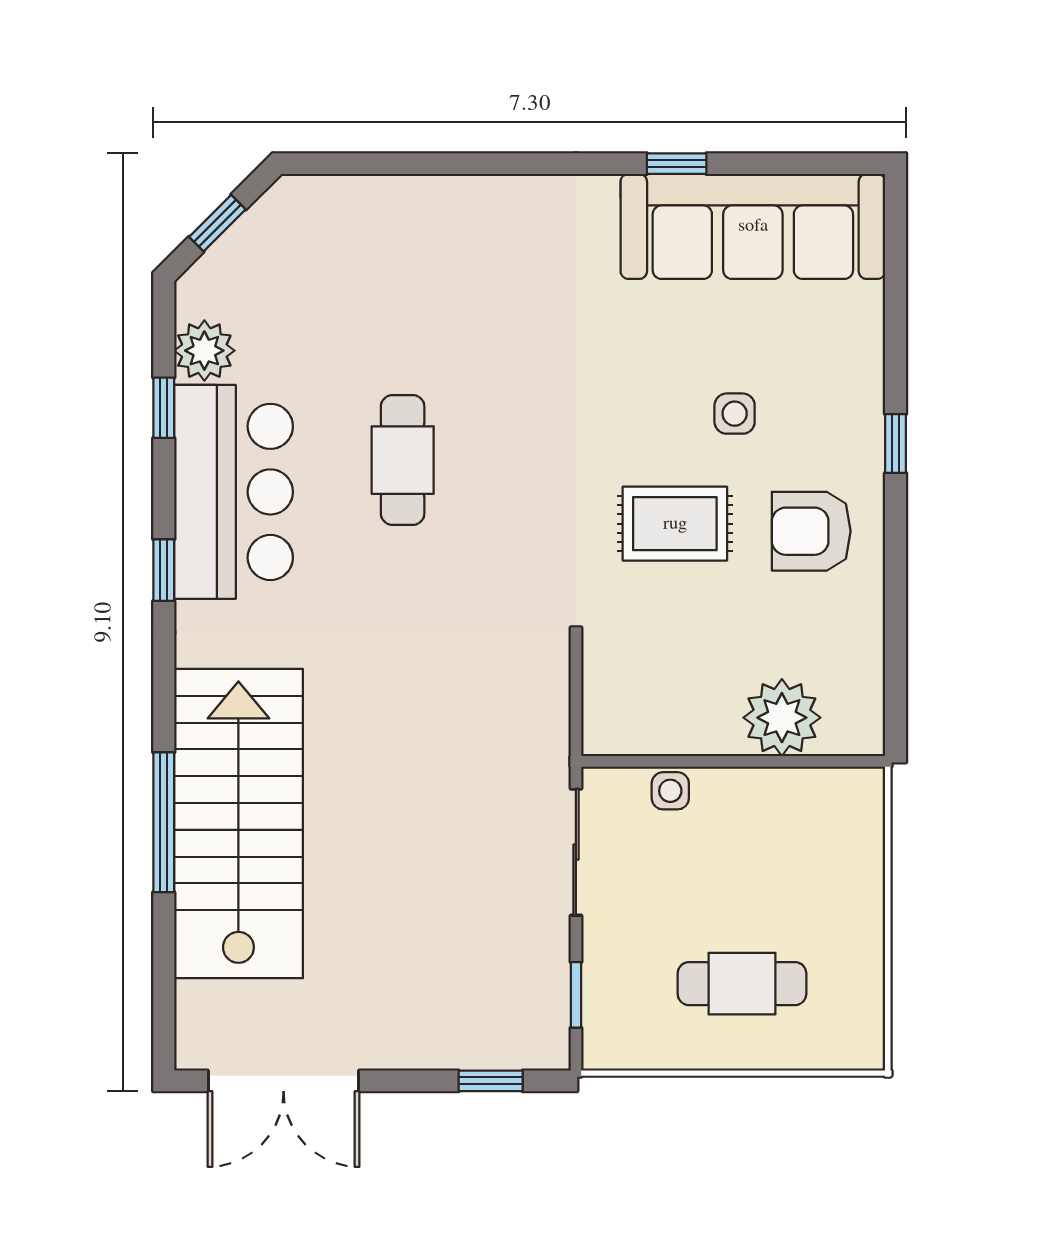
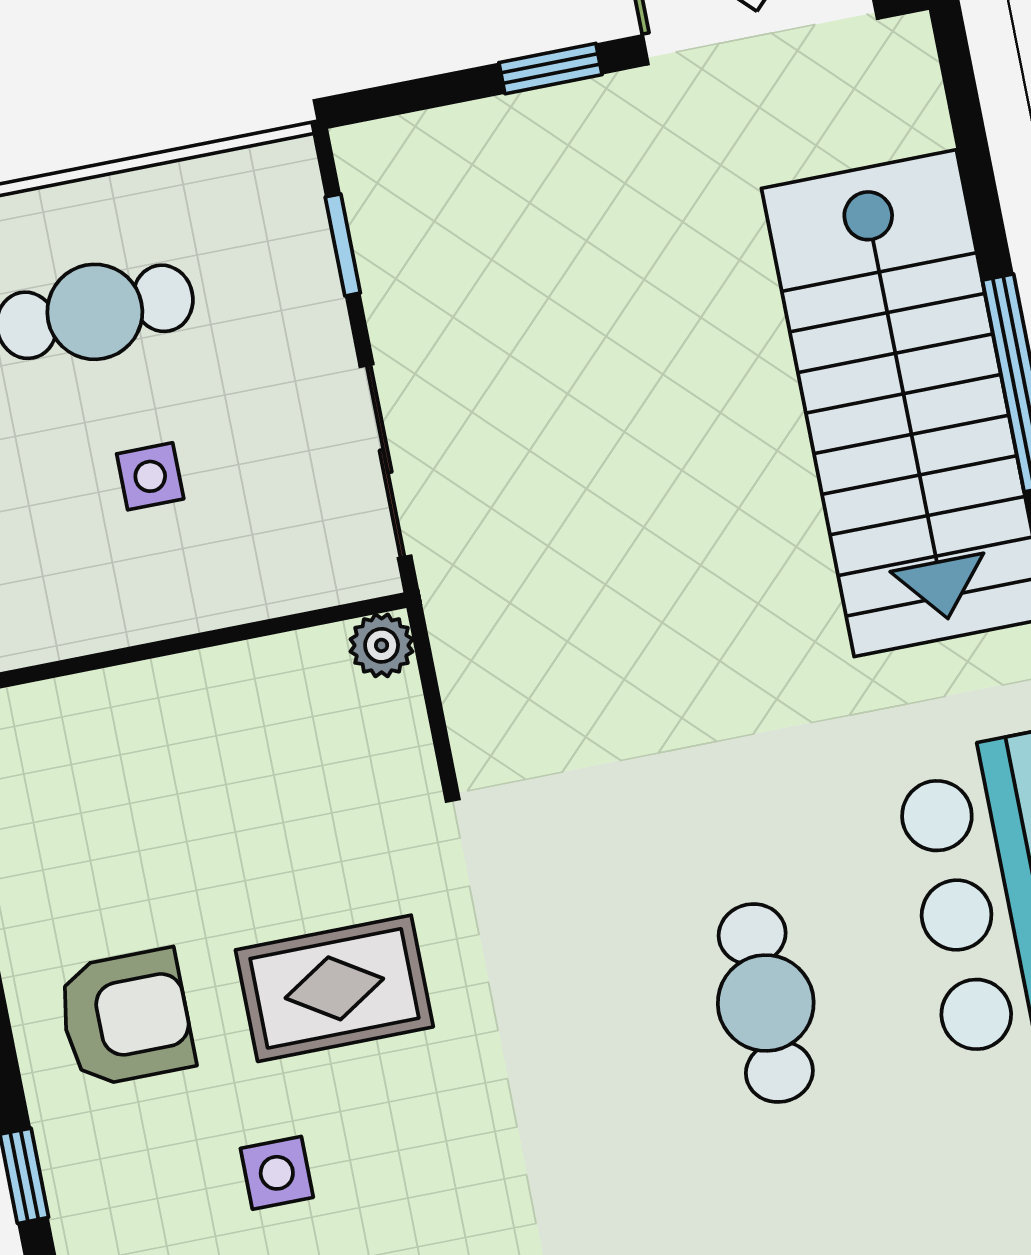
plant: (782, 718) -> (382, 645), moved, width x0.53, depth x0.53
side table: (670, 791) -> (150, 476), moved
window: (491, 1081) -> (550, 69), moved

